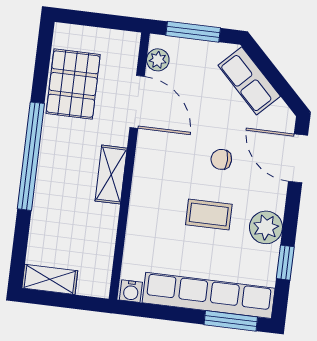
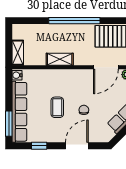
door: (298, 158) -> (77, 146), moved
shelving: (111, 175) -> (60, 59), moved
plant: (266, 227) -> (55, 135), removed
shelving: (50, 279) -> (18, 53), moved

